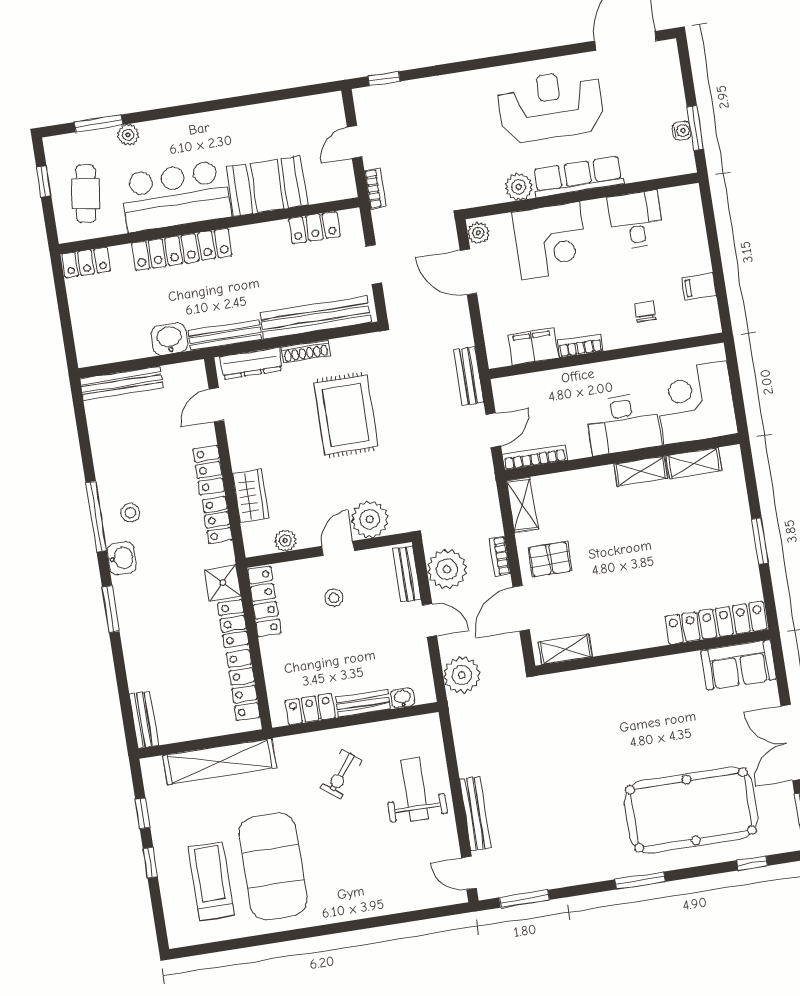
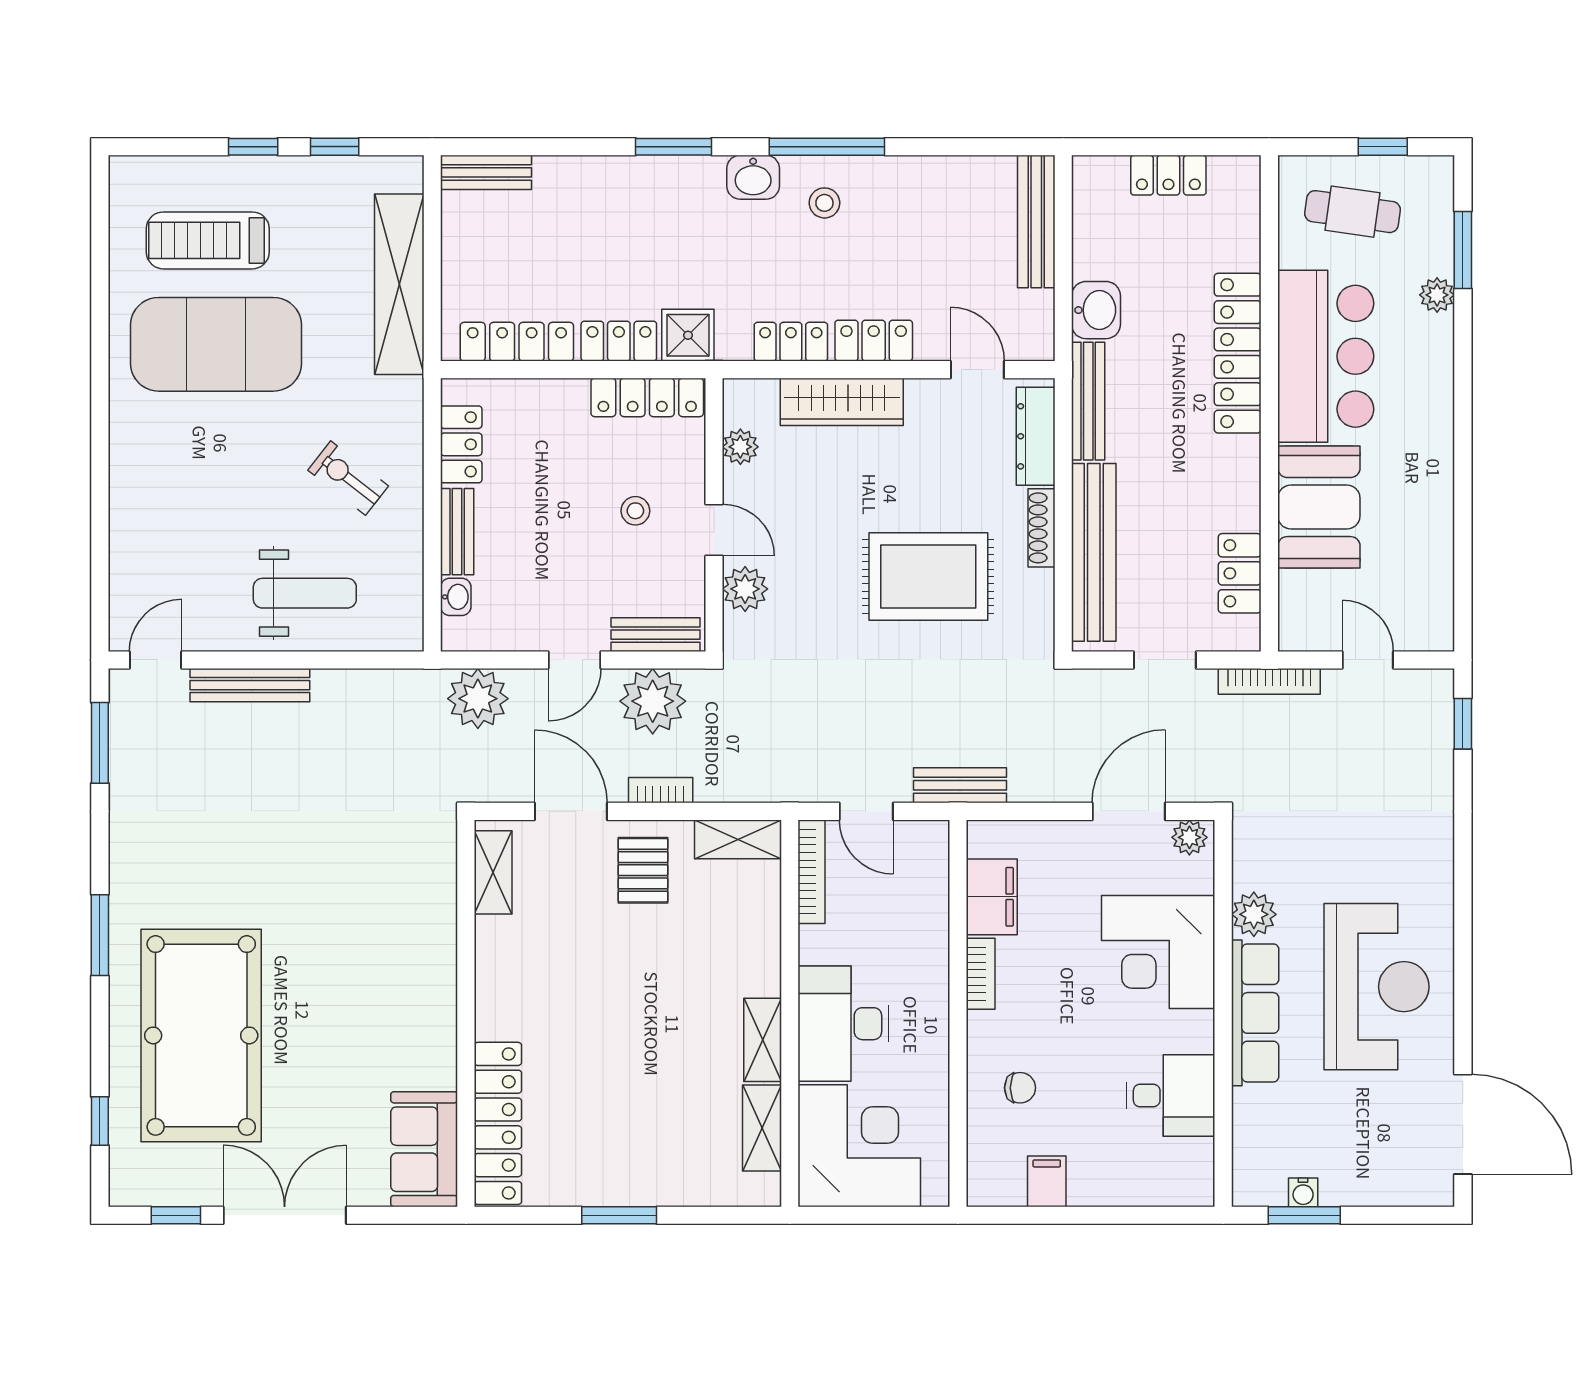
bookcase: (375, 188) -> (1269, 681), width x1.56
locker: (86, 262) -> (1168, 175), moved, turned -90
wardrobe: (251, 496) -> (842, 402), width x1.50
plant: (370, 519) -> (745, 589), width x0.73, depth x0.73
treadmill: (211, 881) -> (208, 240), turned 180

